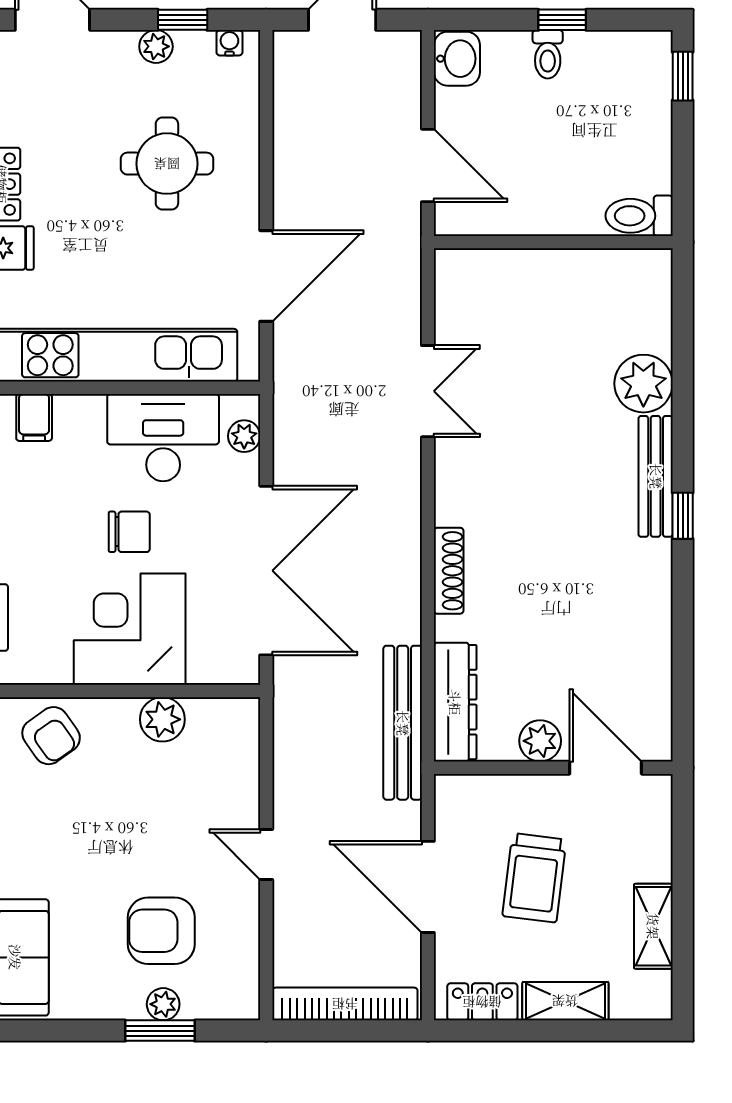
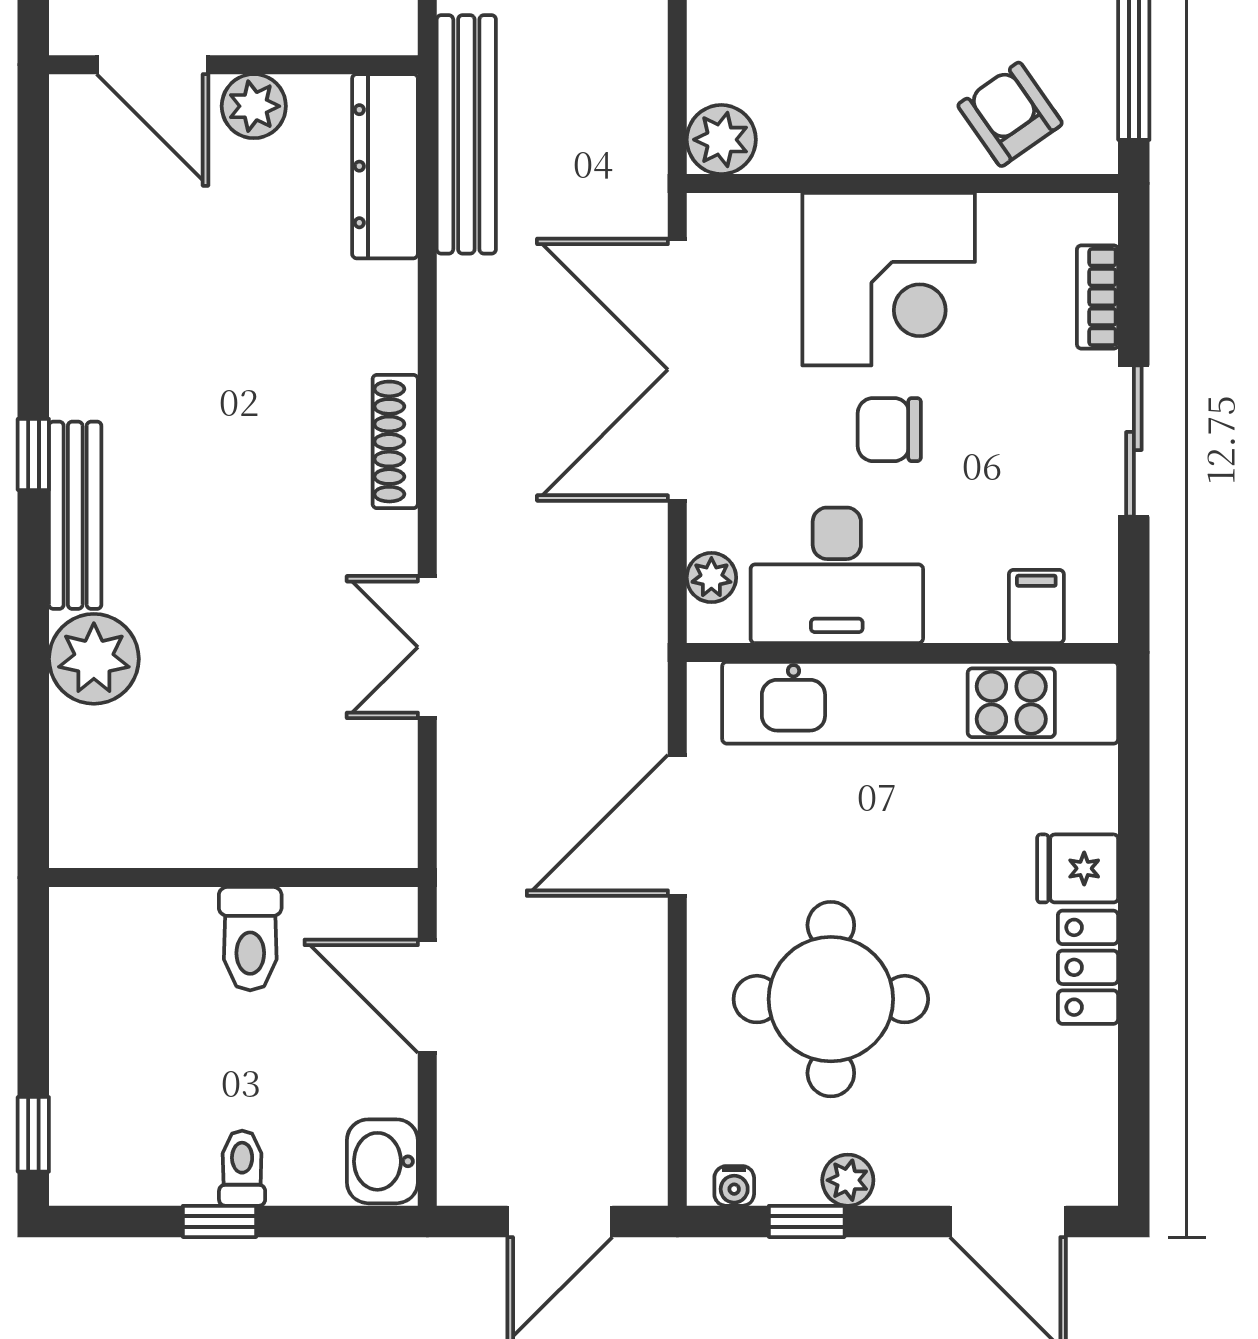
round table: (167, 164) -> (831, 999), width x1.36, depth x1.36
toilet: (639, 216) -> (250, 939), moved, turned 90
shoe rack: (449, 571) -> (395, 442), moved
plant: (162, 719) -> (721, 140), moved

